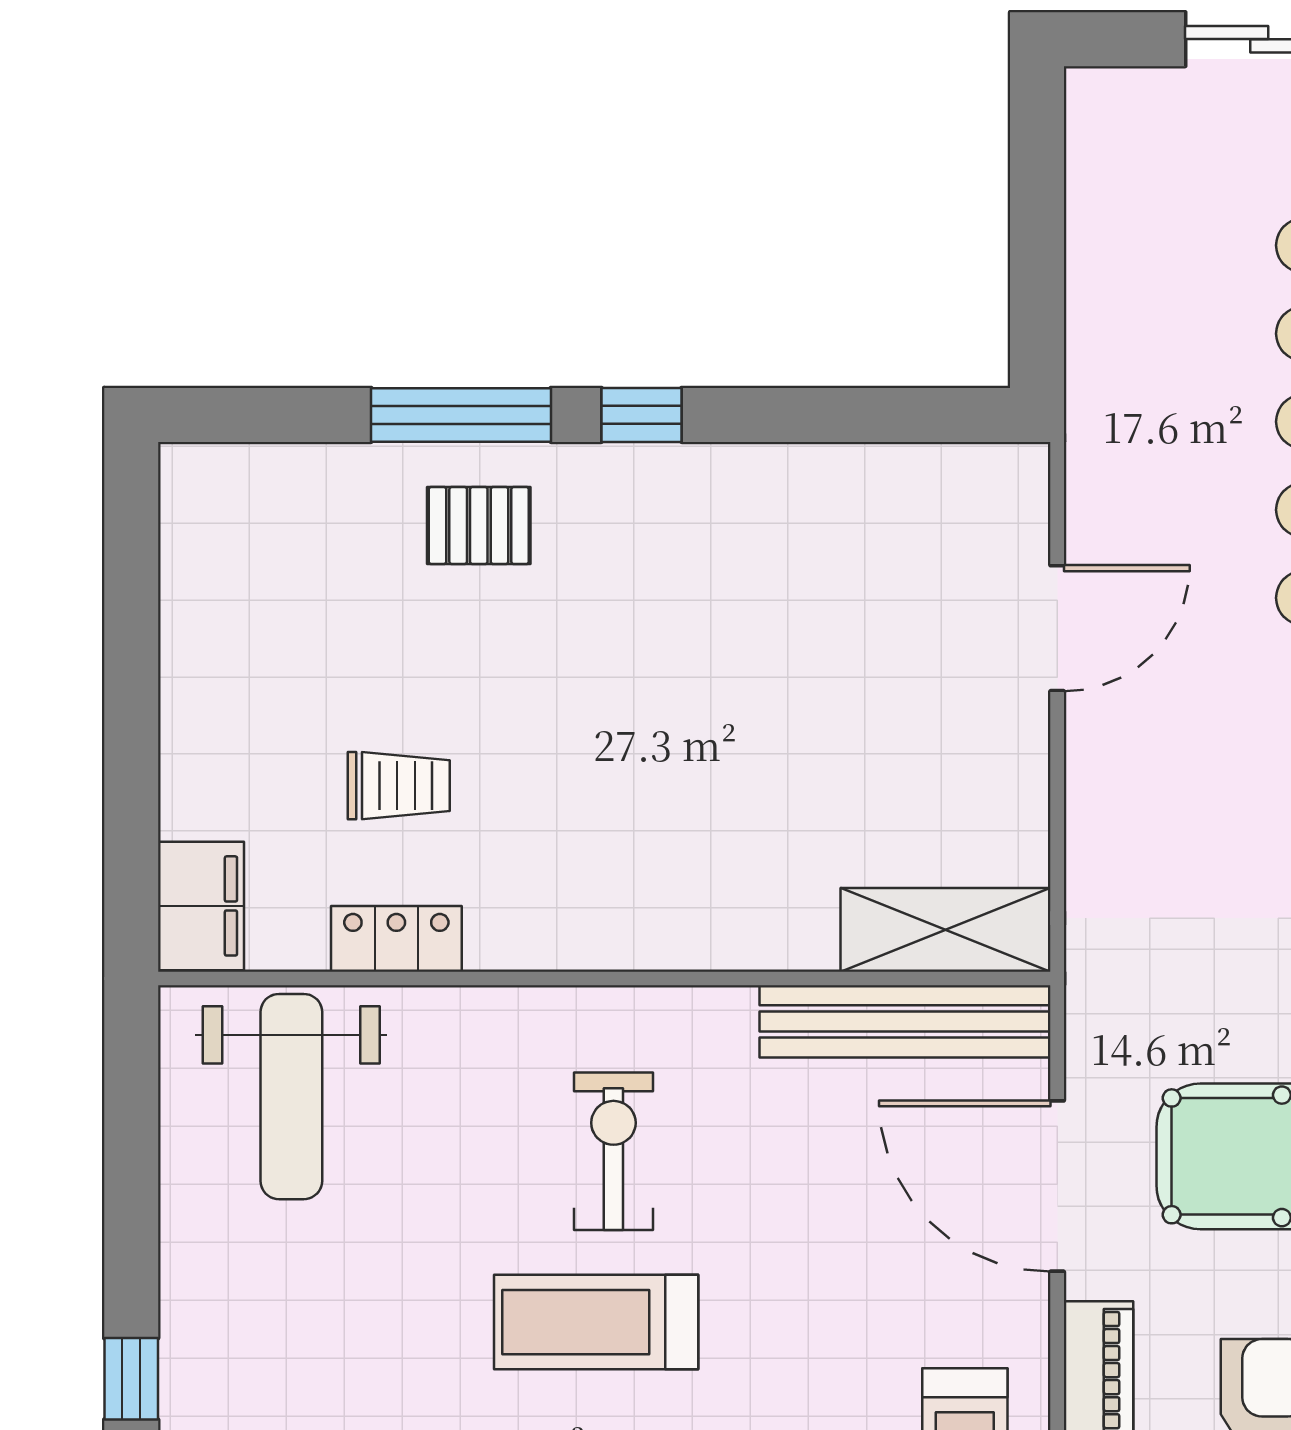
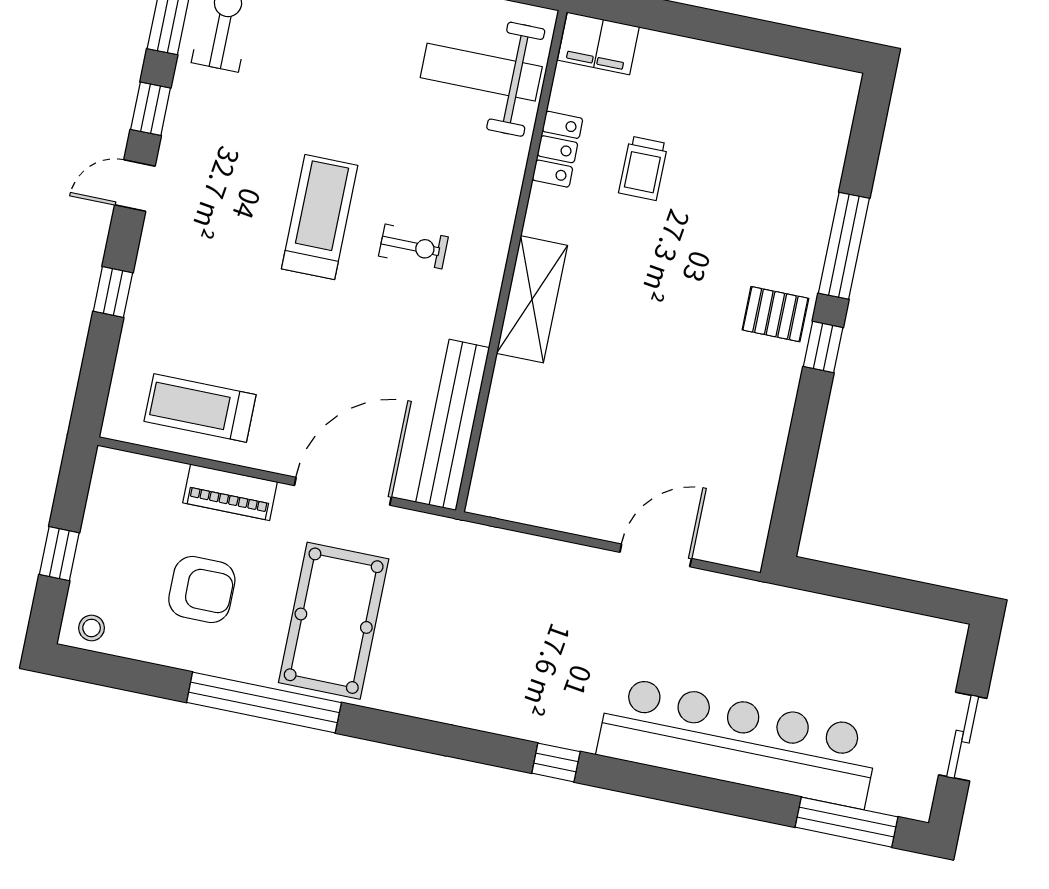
pallet: (479, 525) -> (775, 314), moved, turned 90
door: (1057, 628) -> (656, 555), swing flipped
shelving: (945, 930) -> (532, 299), moved
exercise bike: (613, 1151) -> (413, 246), width x0.73, depth x0.72

